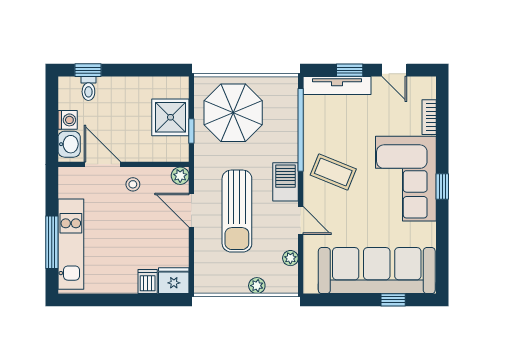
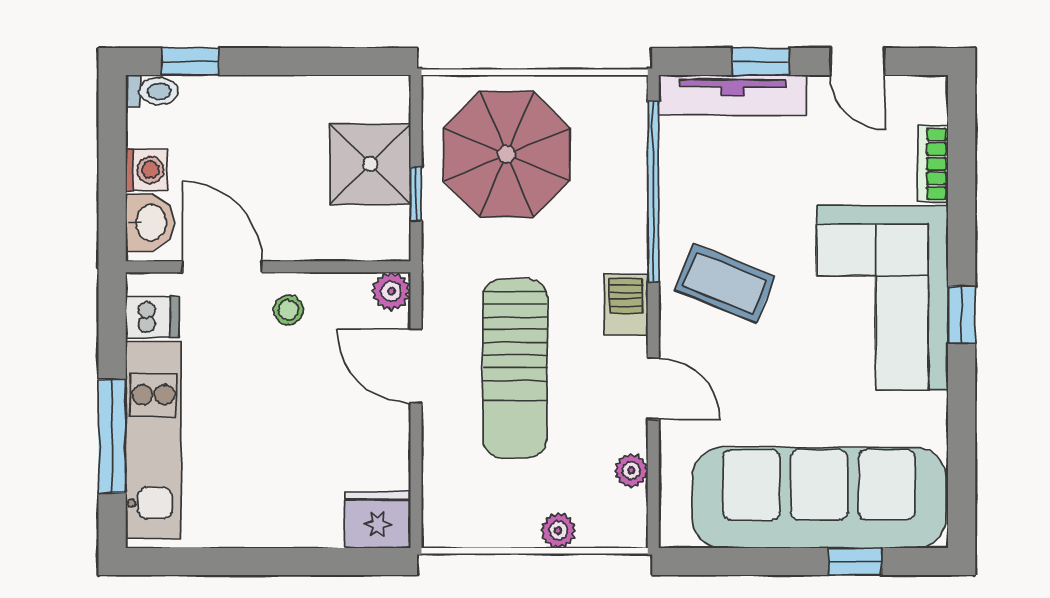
toilet: (88, 88) -> (152, 91), moved, turned -90
barbecue: (285, 182) -> (626, 305), width x0.73, depth x0.79
dishwasher: (148, 282) -> (152, 317), moved, turned 90

